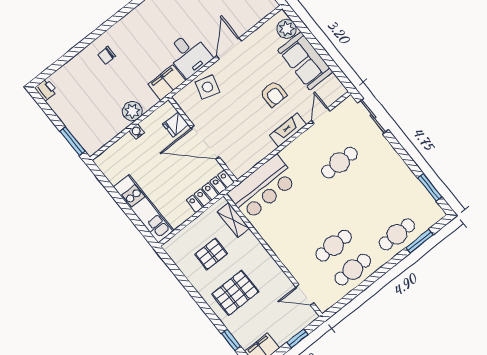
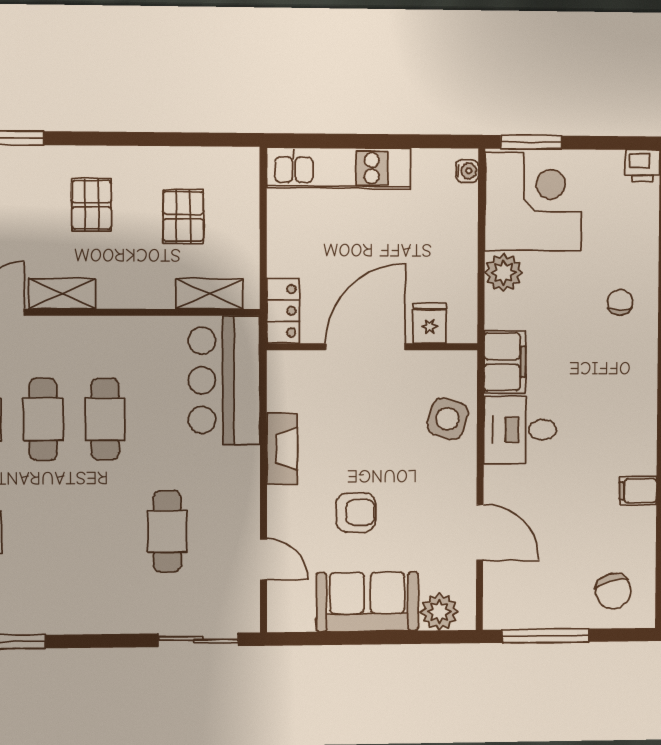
door: (229, 48) -> (480, 532), moved
armchair: (273, 94) -> (356, 513), turned 180
corner desk: (95, 122) -> (533, 202), added
fireplace: (288, 130) -> (282, 449), moved
water cooler: (137, 132) -> (467, 171), moved
locker: (210, 191) -> (283, 311), width x0.66
cafe table: (315, 222) -> (105, 419), added
shelving: (279, 277) -> (62, 294), added
pallet: (235, 293) -> (92, 205), width x0.67, depth x0.71

